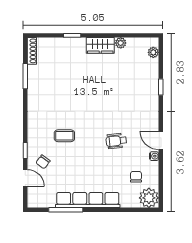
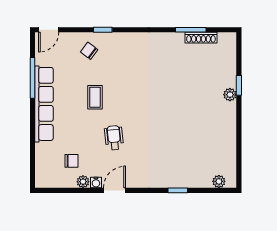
plant: (121, 43) -> (230, 95), moved
wardrobe: (100, 45) -> (227, 119), removed
shoe rack: (32, 51) -> (201, 38), moved
coffee table: (64, 136) -> (95, 97), moved
door: (25, 178) -> (49, 30), moved
plant: (149, 198) -> (83, 182), moved, width x0.53, depth x0.53

